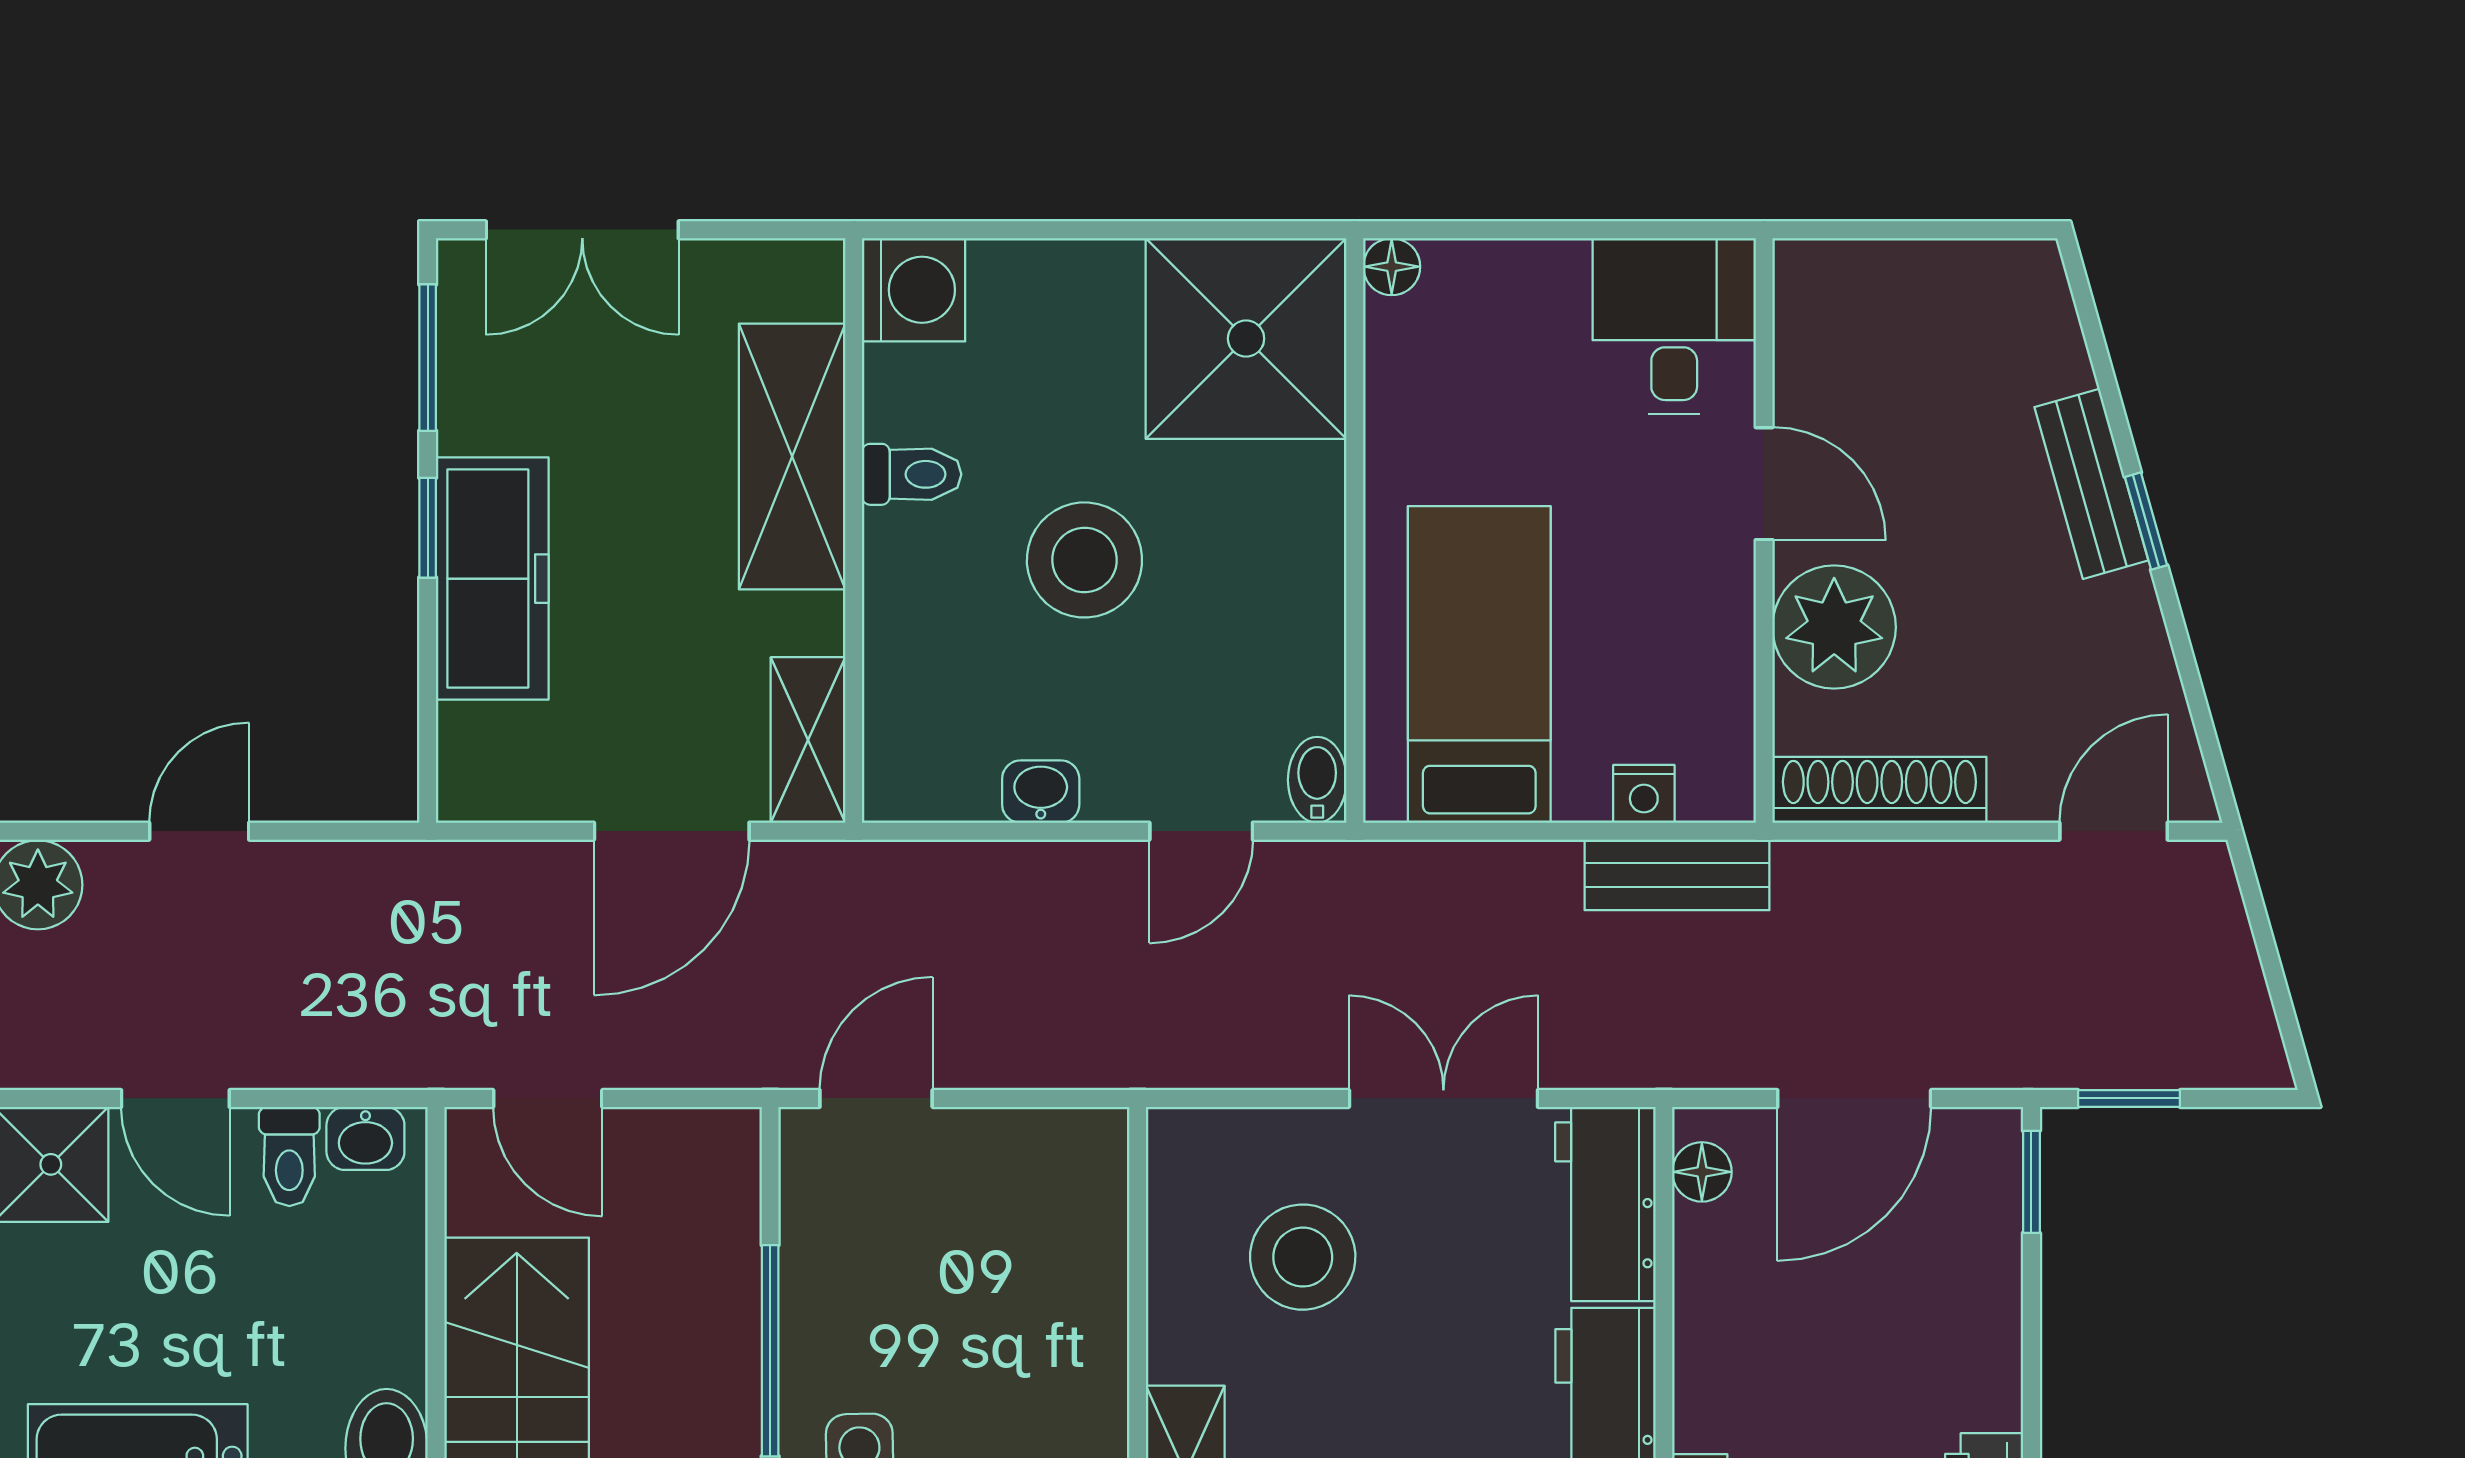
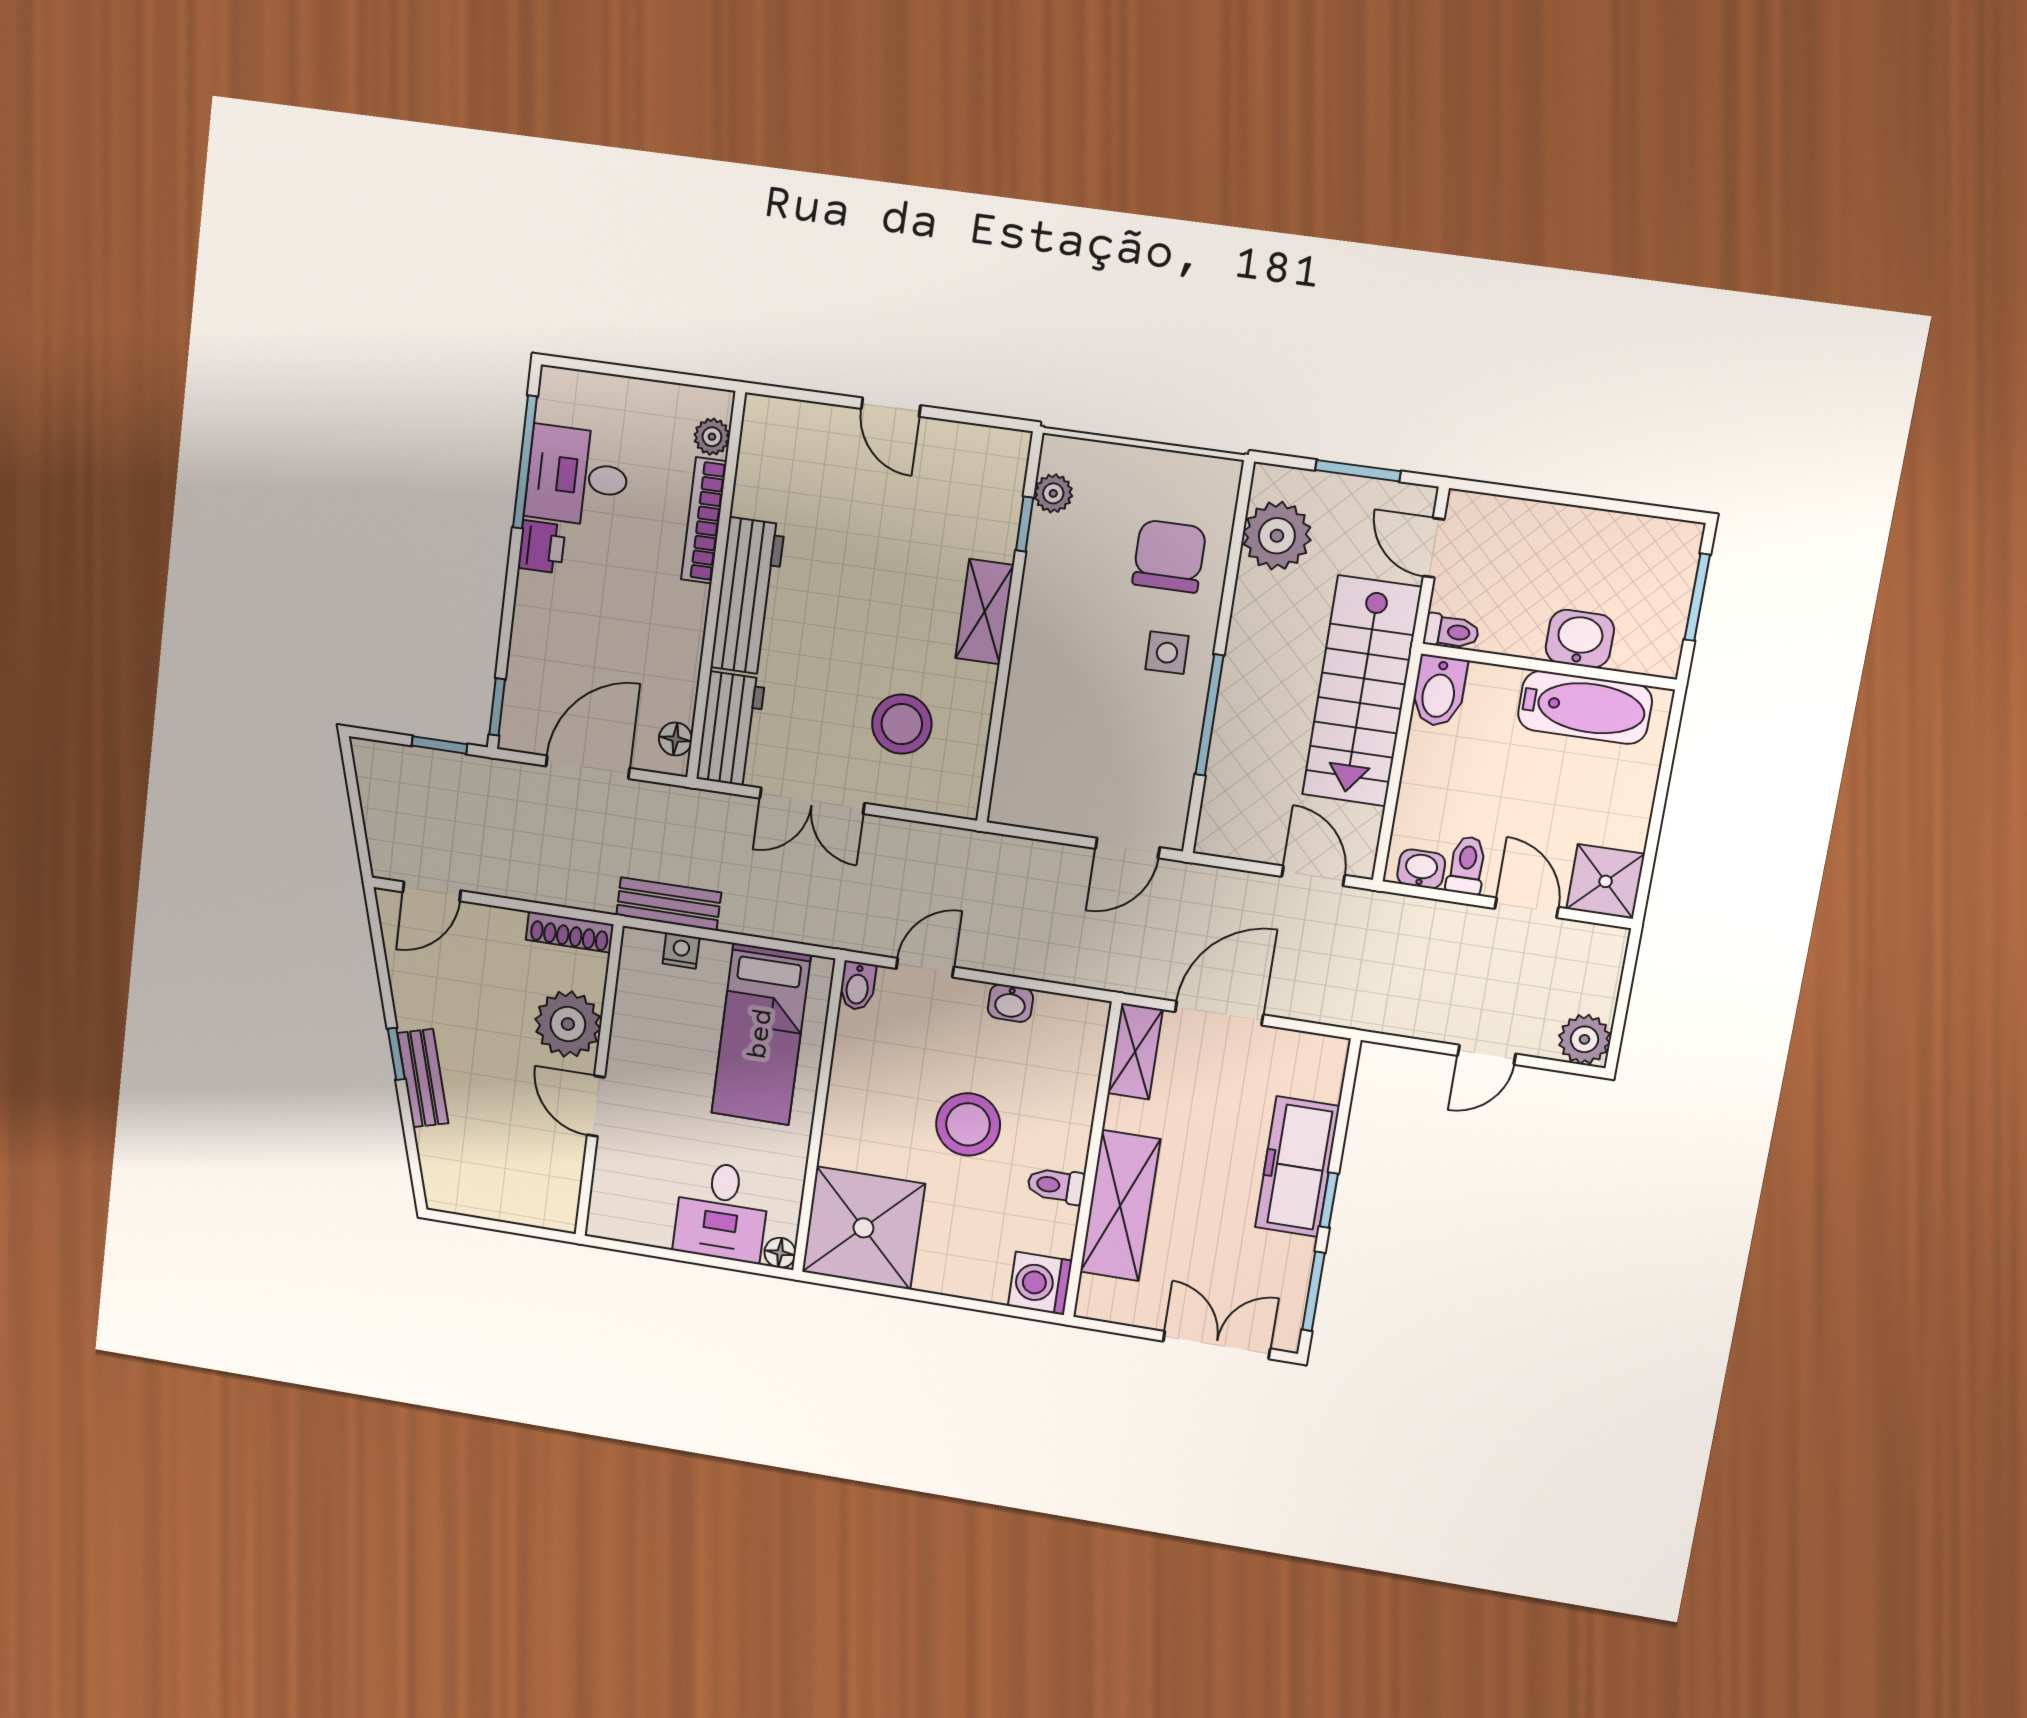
desk: (1674, 326) -> (722, 1211), moved
shoe rack: (1879, 790) -> (570, 932), width x0.74, depth x0.81

